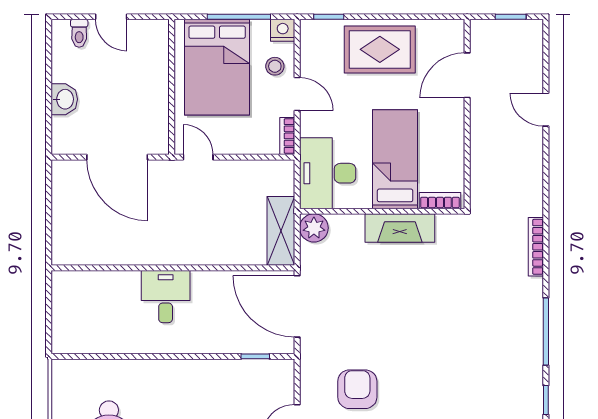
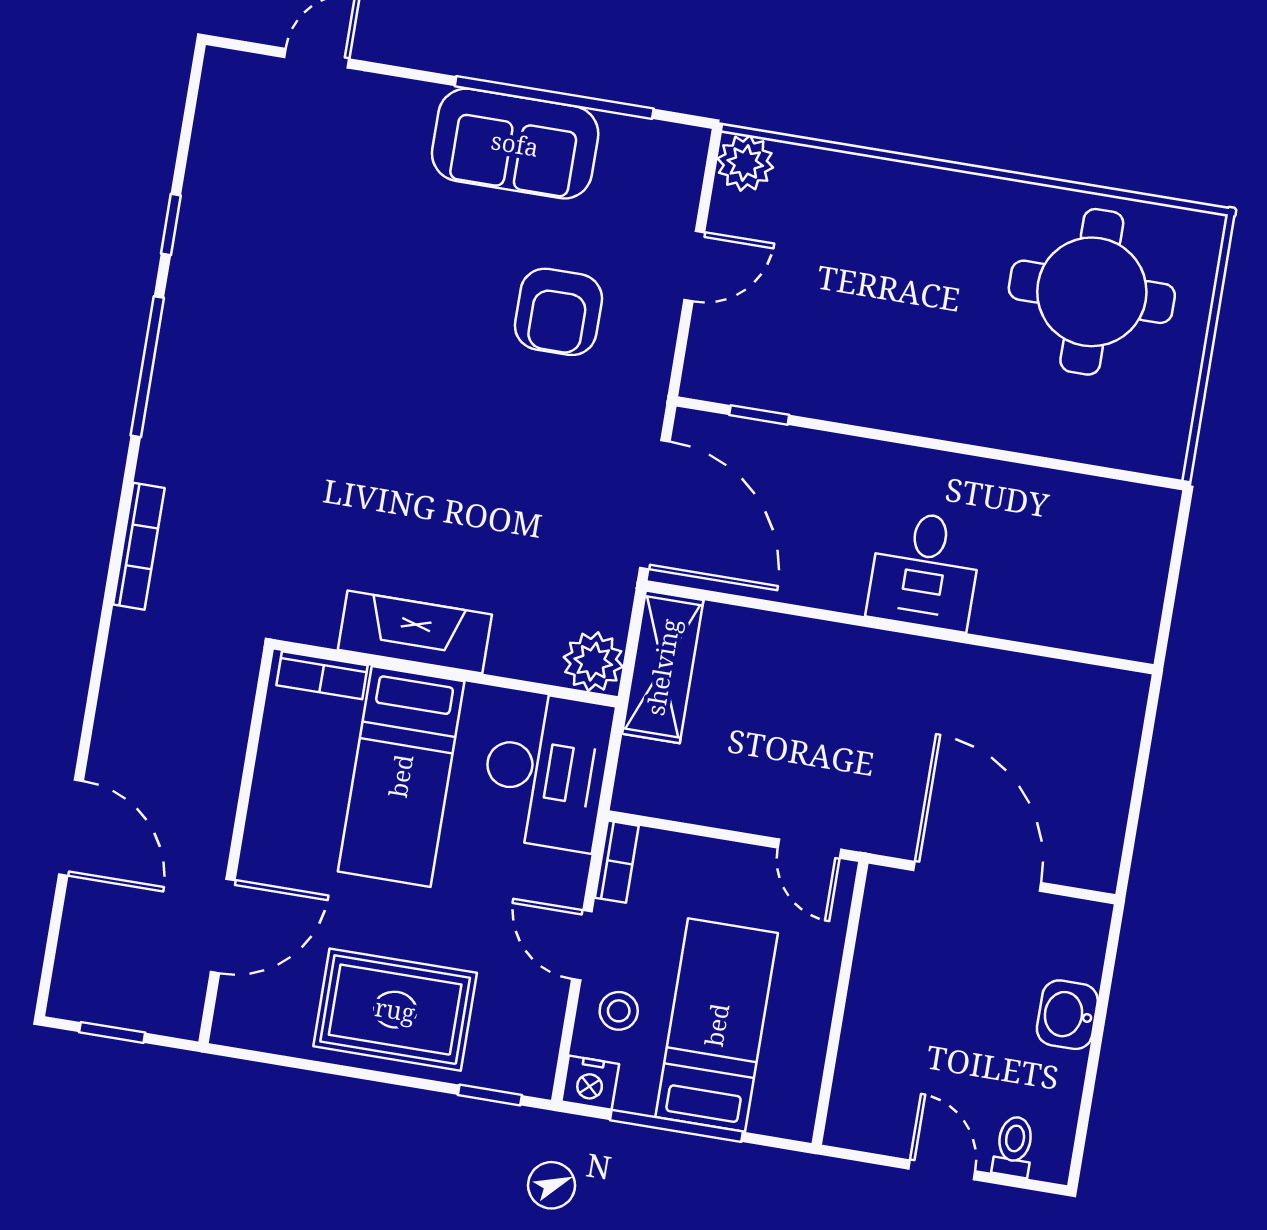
bed: (217, 67) -> (717, 1025), width x0.67
door: (546, 110) -> (71, 828), width x1.38

